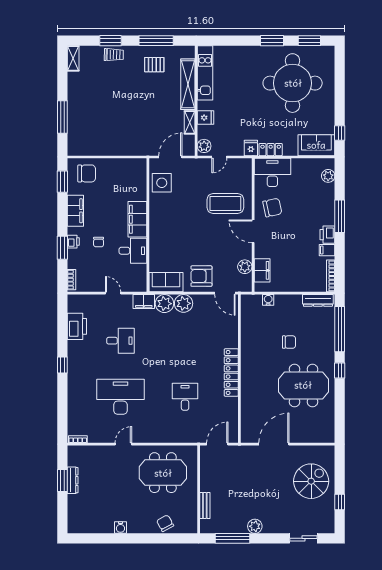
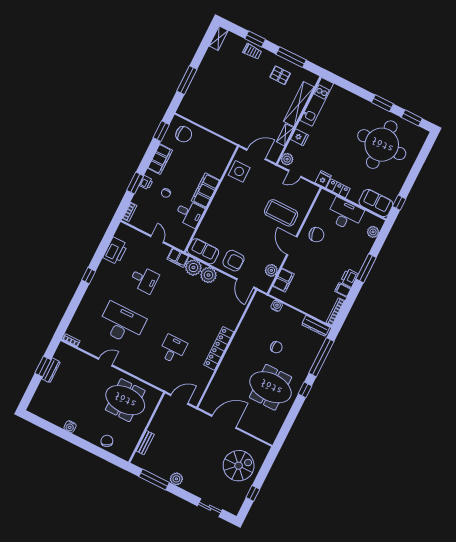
desk: (272, 172) -> (345, 214), moved
armchair: (201, 276) -> (233, 261), turned 180

